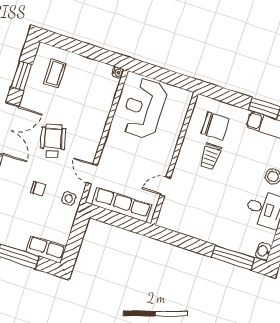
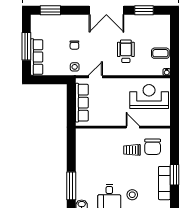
coffee table: (55, 73) -> (160, 53), moved
wheelchair: (53, 141) -> (126, 51), moved, turned -76
door: (165, 186) -> (133, 127), moved
row of seats: (46, 249) -> (37, 57), width x1.48

